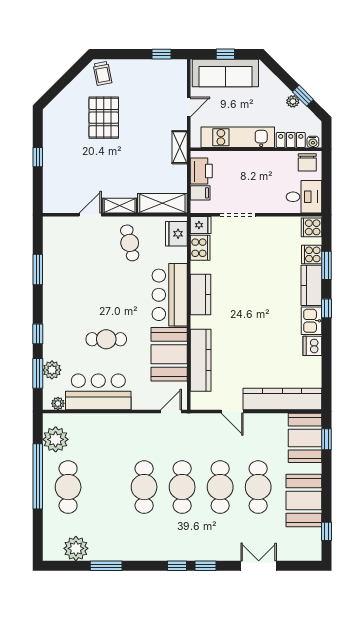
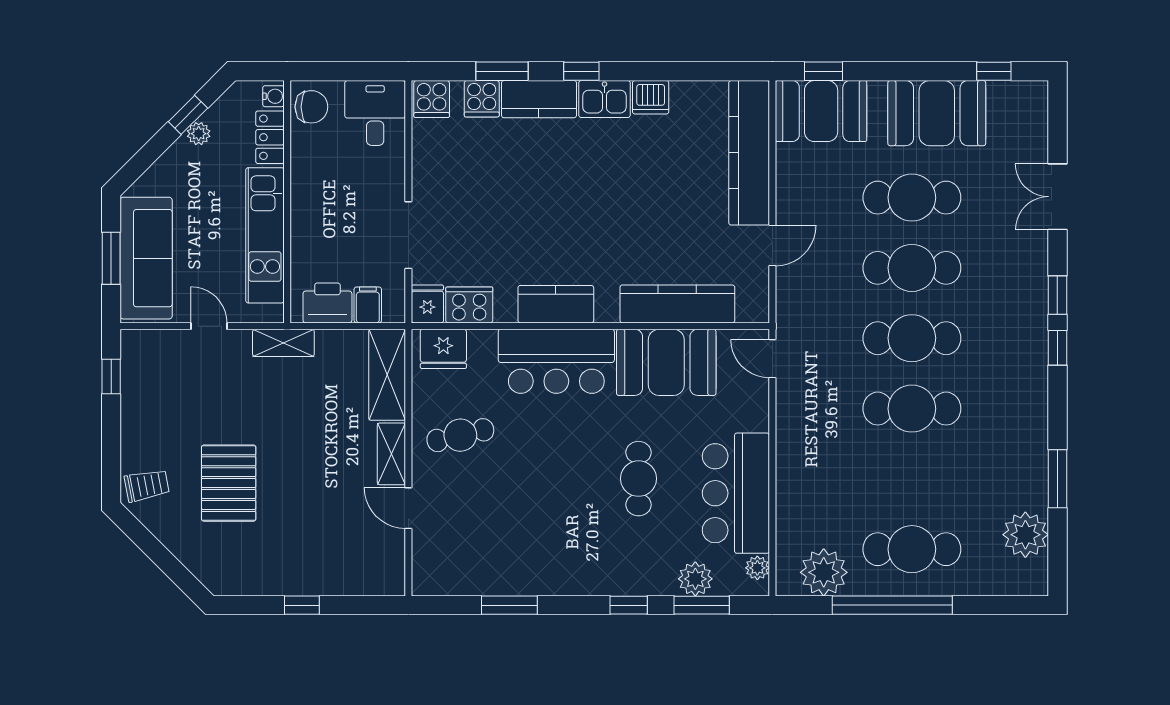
window: (225, 54) -> (111, 258), width x1.50
pallet: (104, 118) -> (229, 483), turned 90

